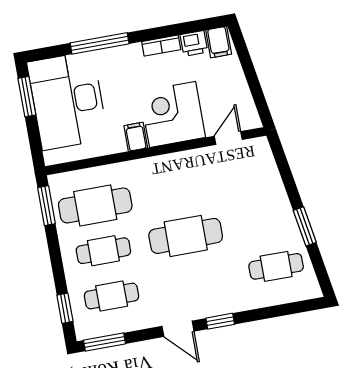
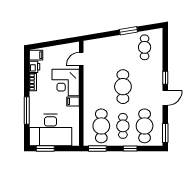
door: (228, 138) -> (81, 59), hinge flipped
cafe table: (112, 296) -> (145, 126), width x1.37, depth x1.35
window: (65, 308) -> (130, 148), moved

